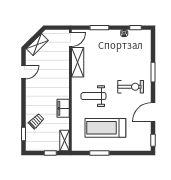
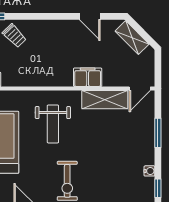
door: (70, 39) -> (140, 88), hinge flipped
weight bench: (94, 96) -> (53, 124), turned 180
filing cabinet: (63, 108) -> (88, 77), moved

